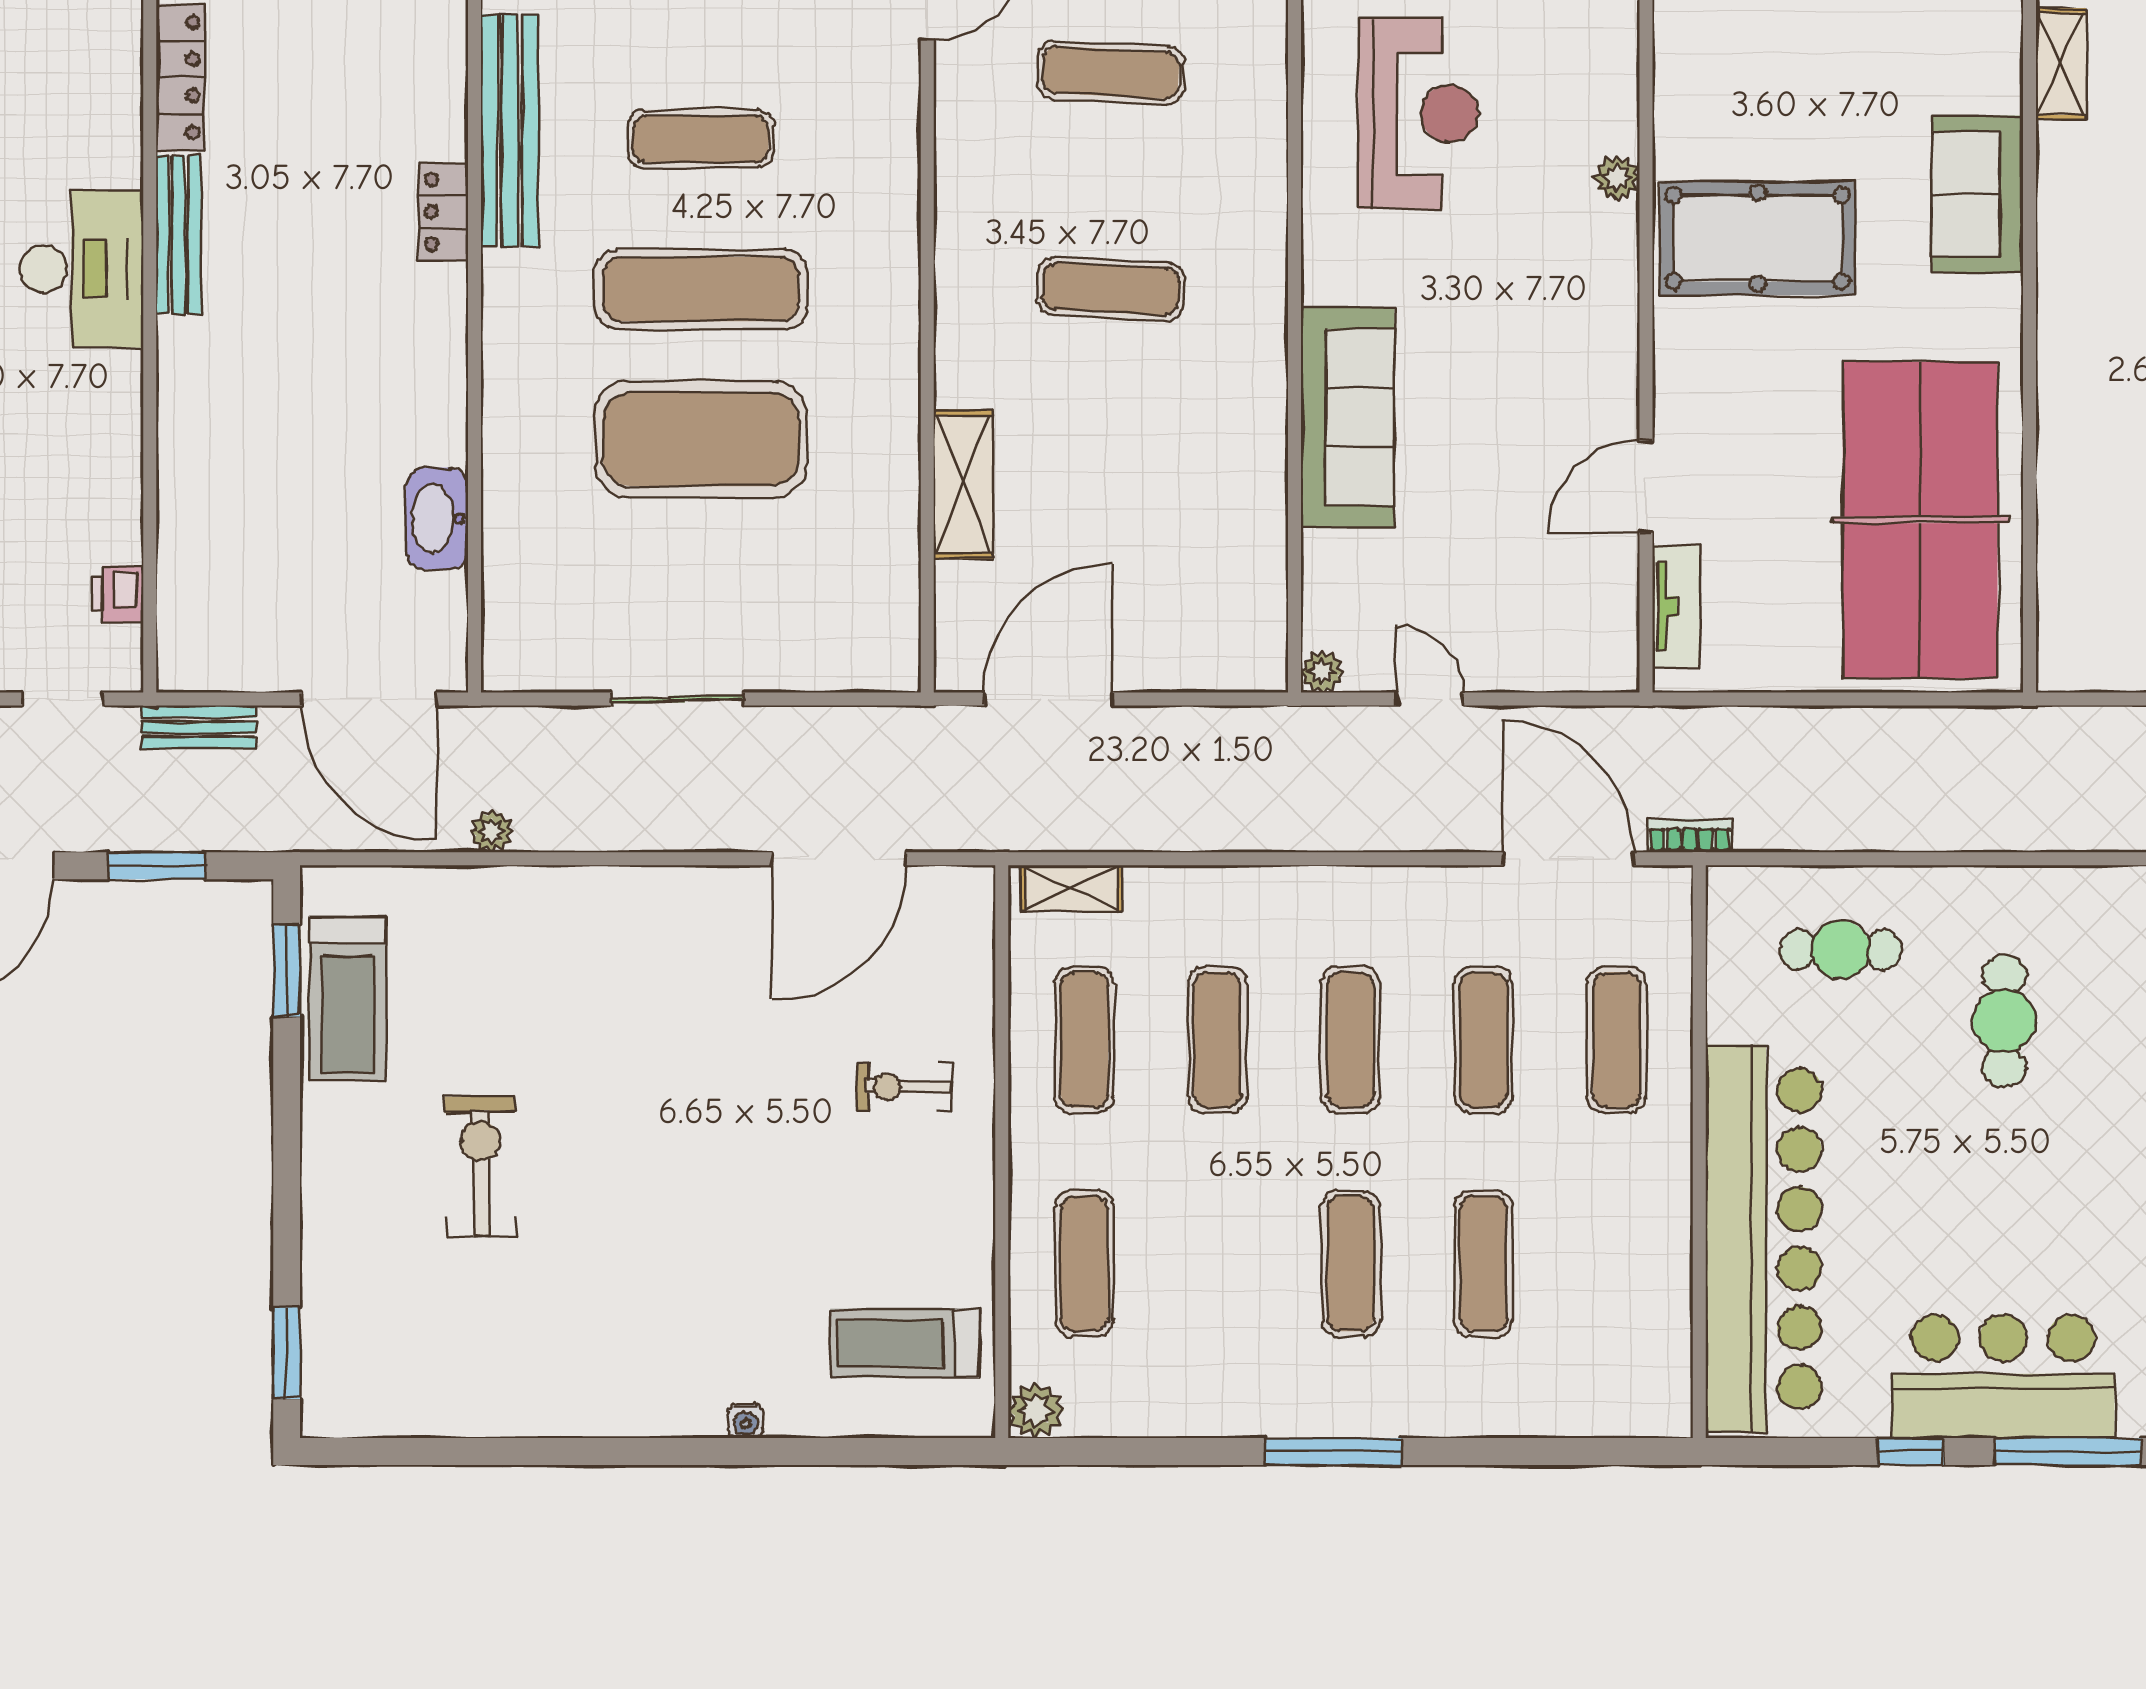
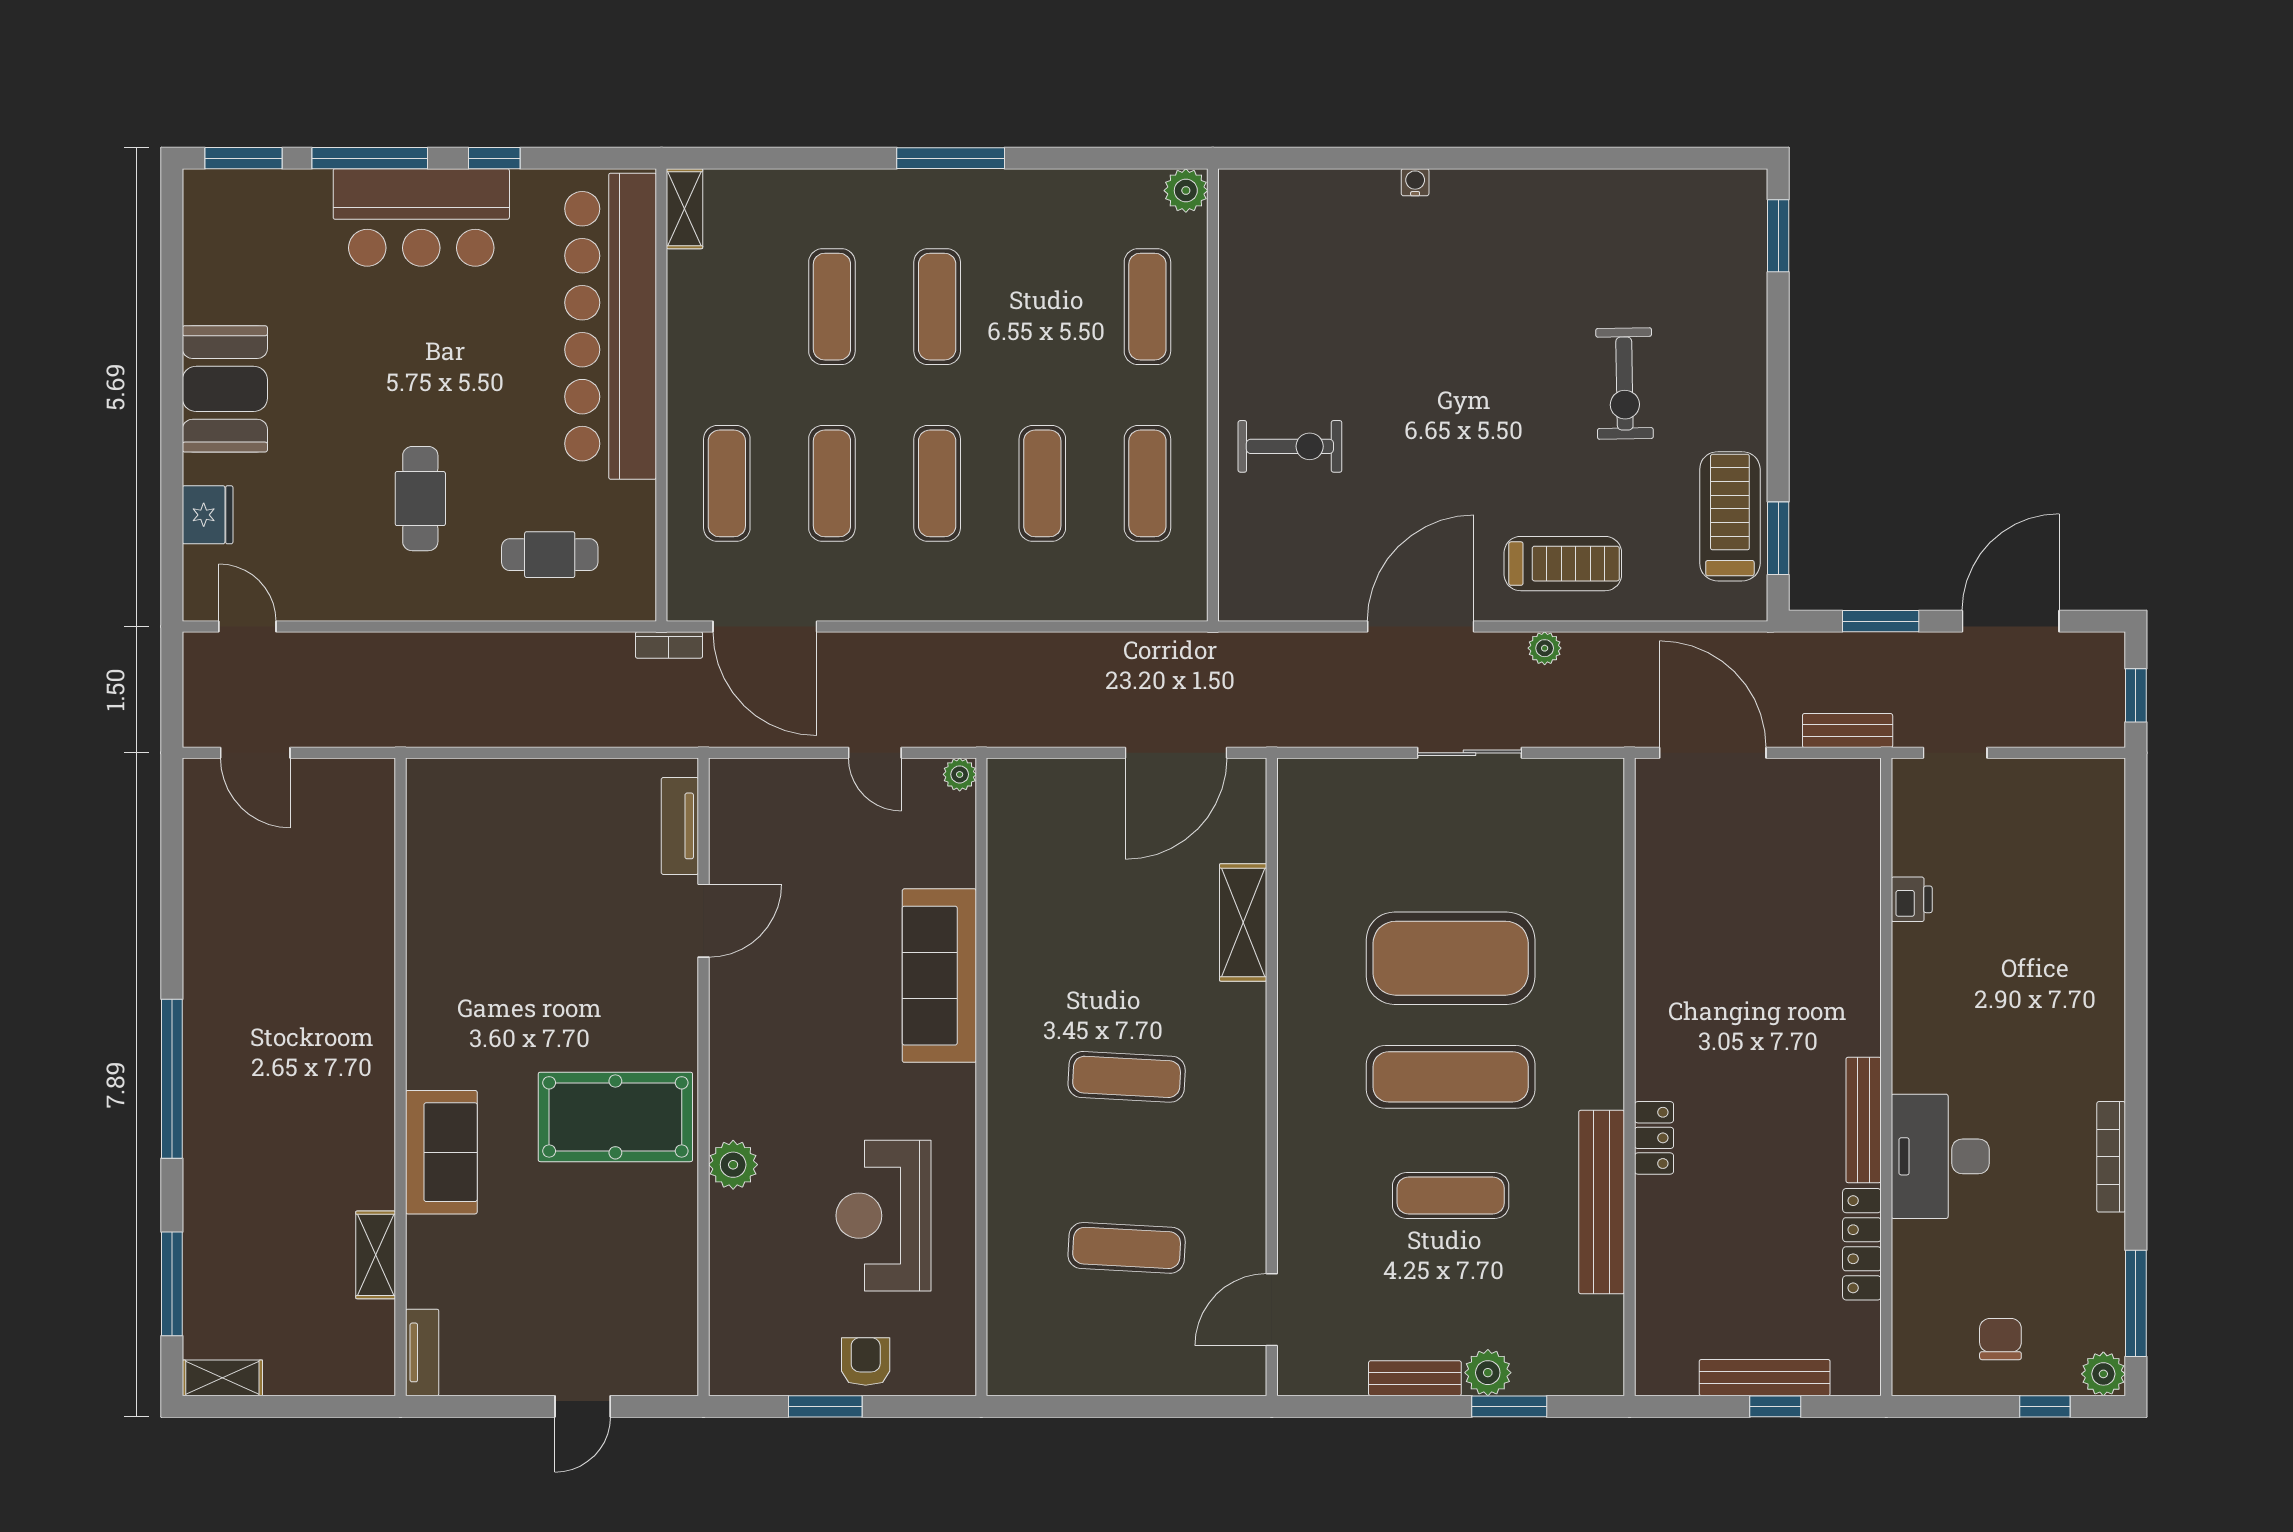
plant: (1617, 178) -> (733, 1165), width x1.38, depth x1.38
desk: (81, 269) -> (1940, 1156), moved
washbasin: (437, 519) -> (1659, 895), removed
table tennis table: (1920, 520) -> (487, 894), removed
printer: (118, 594) -> (1912, 899), moved
plant: (492, 831) -> (1545, 648), moved
door: (839, 859) -> (1421, 627), moved
shelving: (1072, 888) -> (685, 209), moved, turned 90
exercise bike: (904, 1087) -> (1290, 446), width x1.38, depth x1.39
treadmill: (905, 1343) -> (1563, 564), moved

